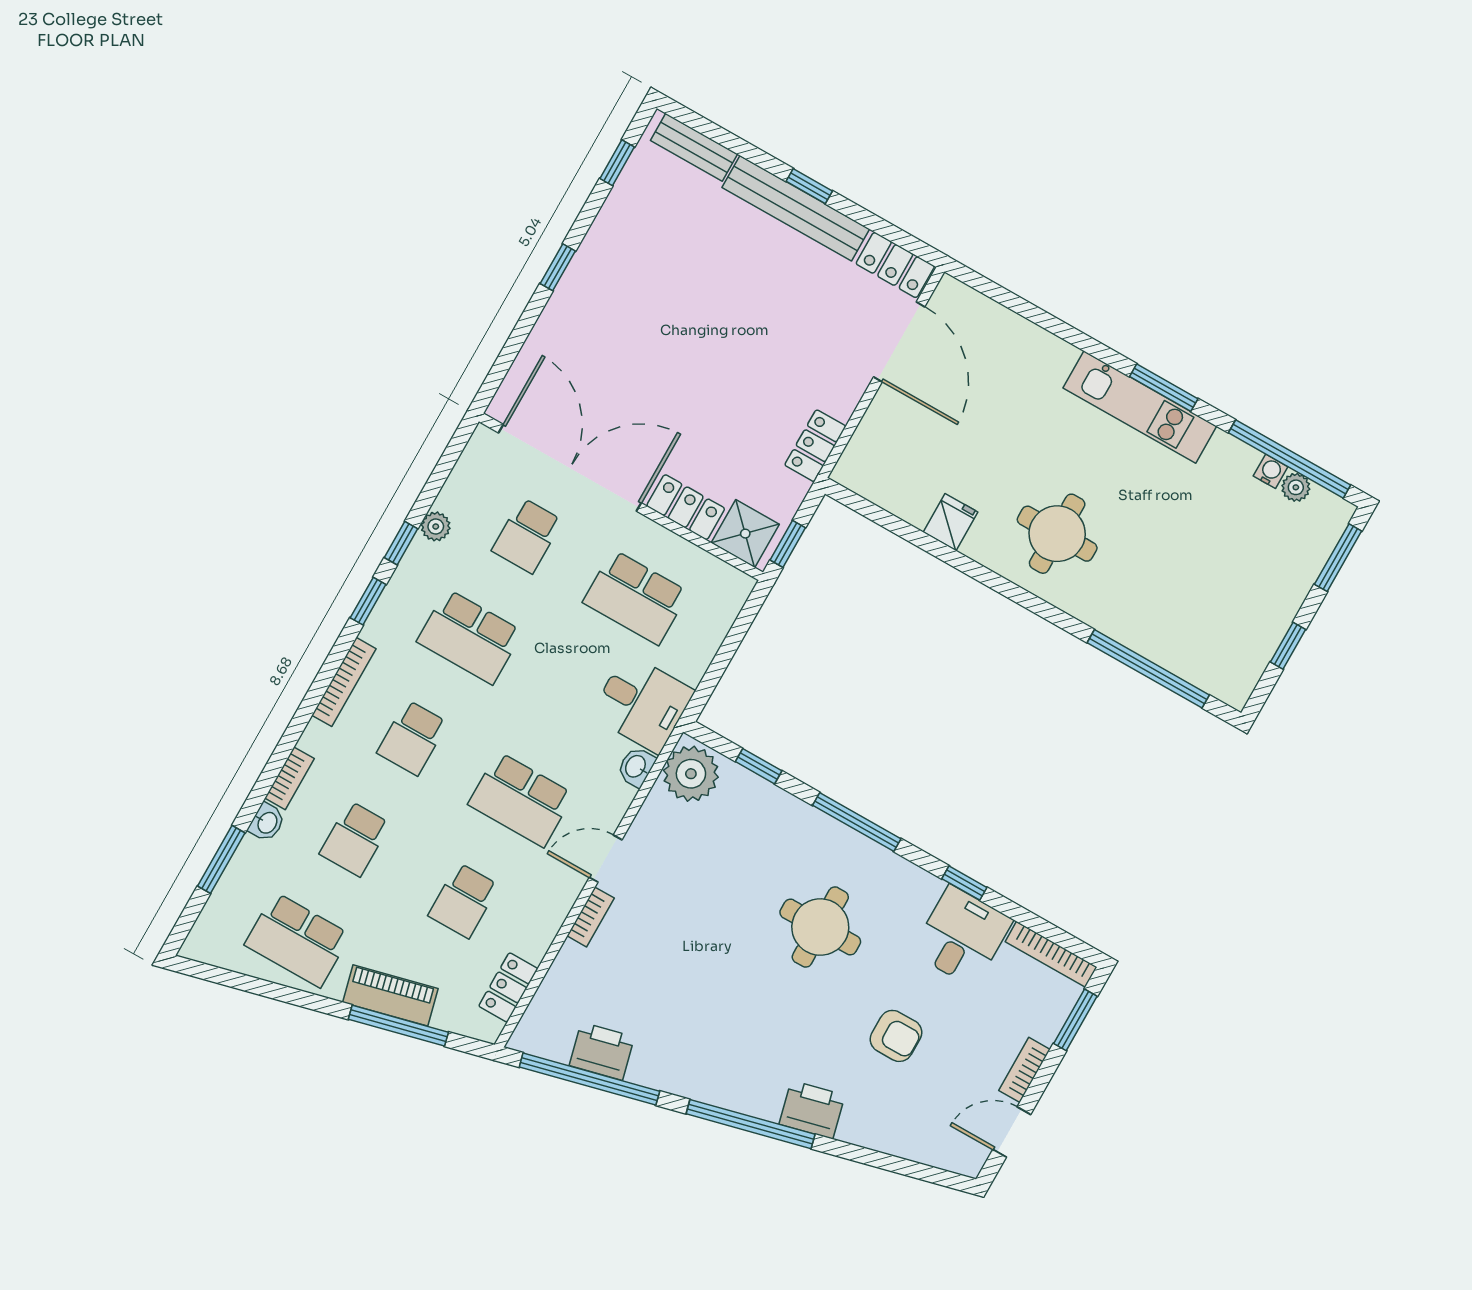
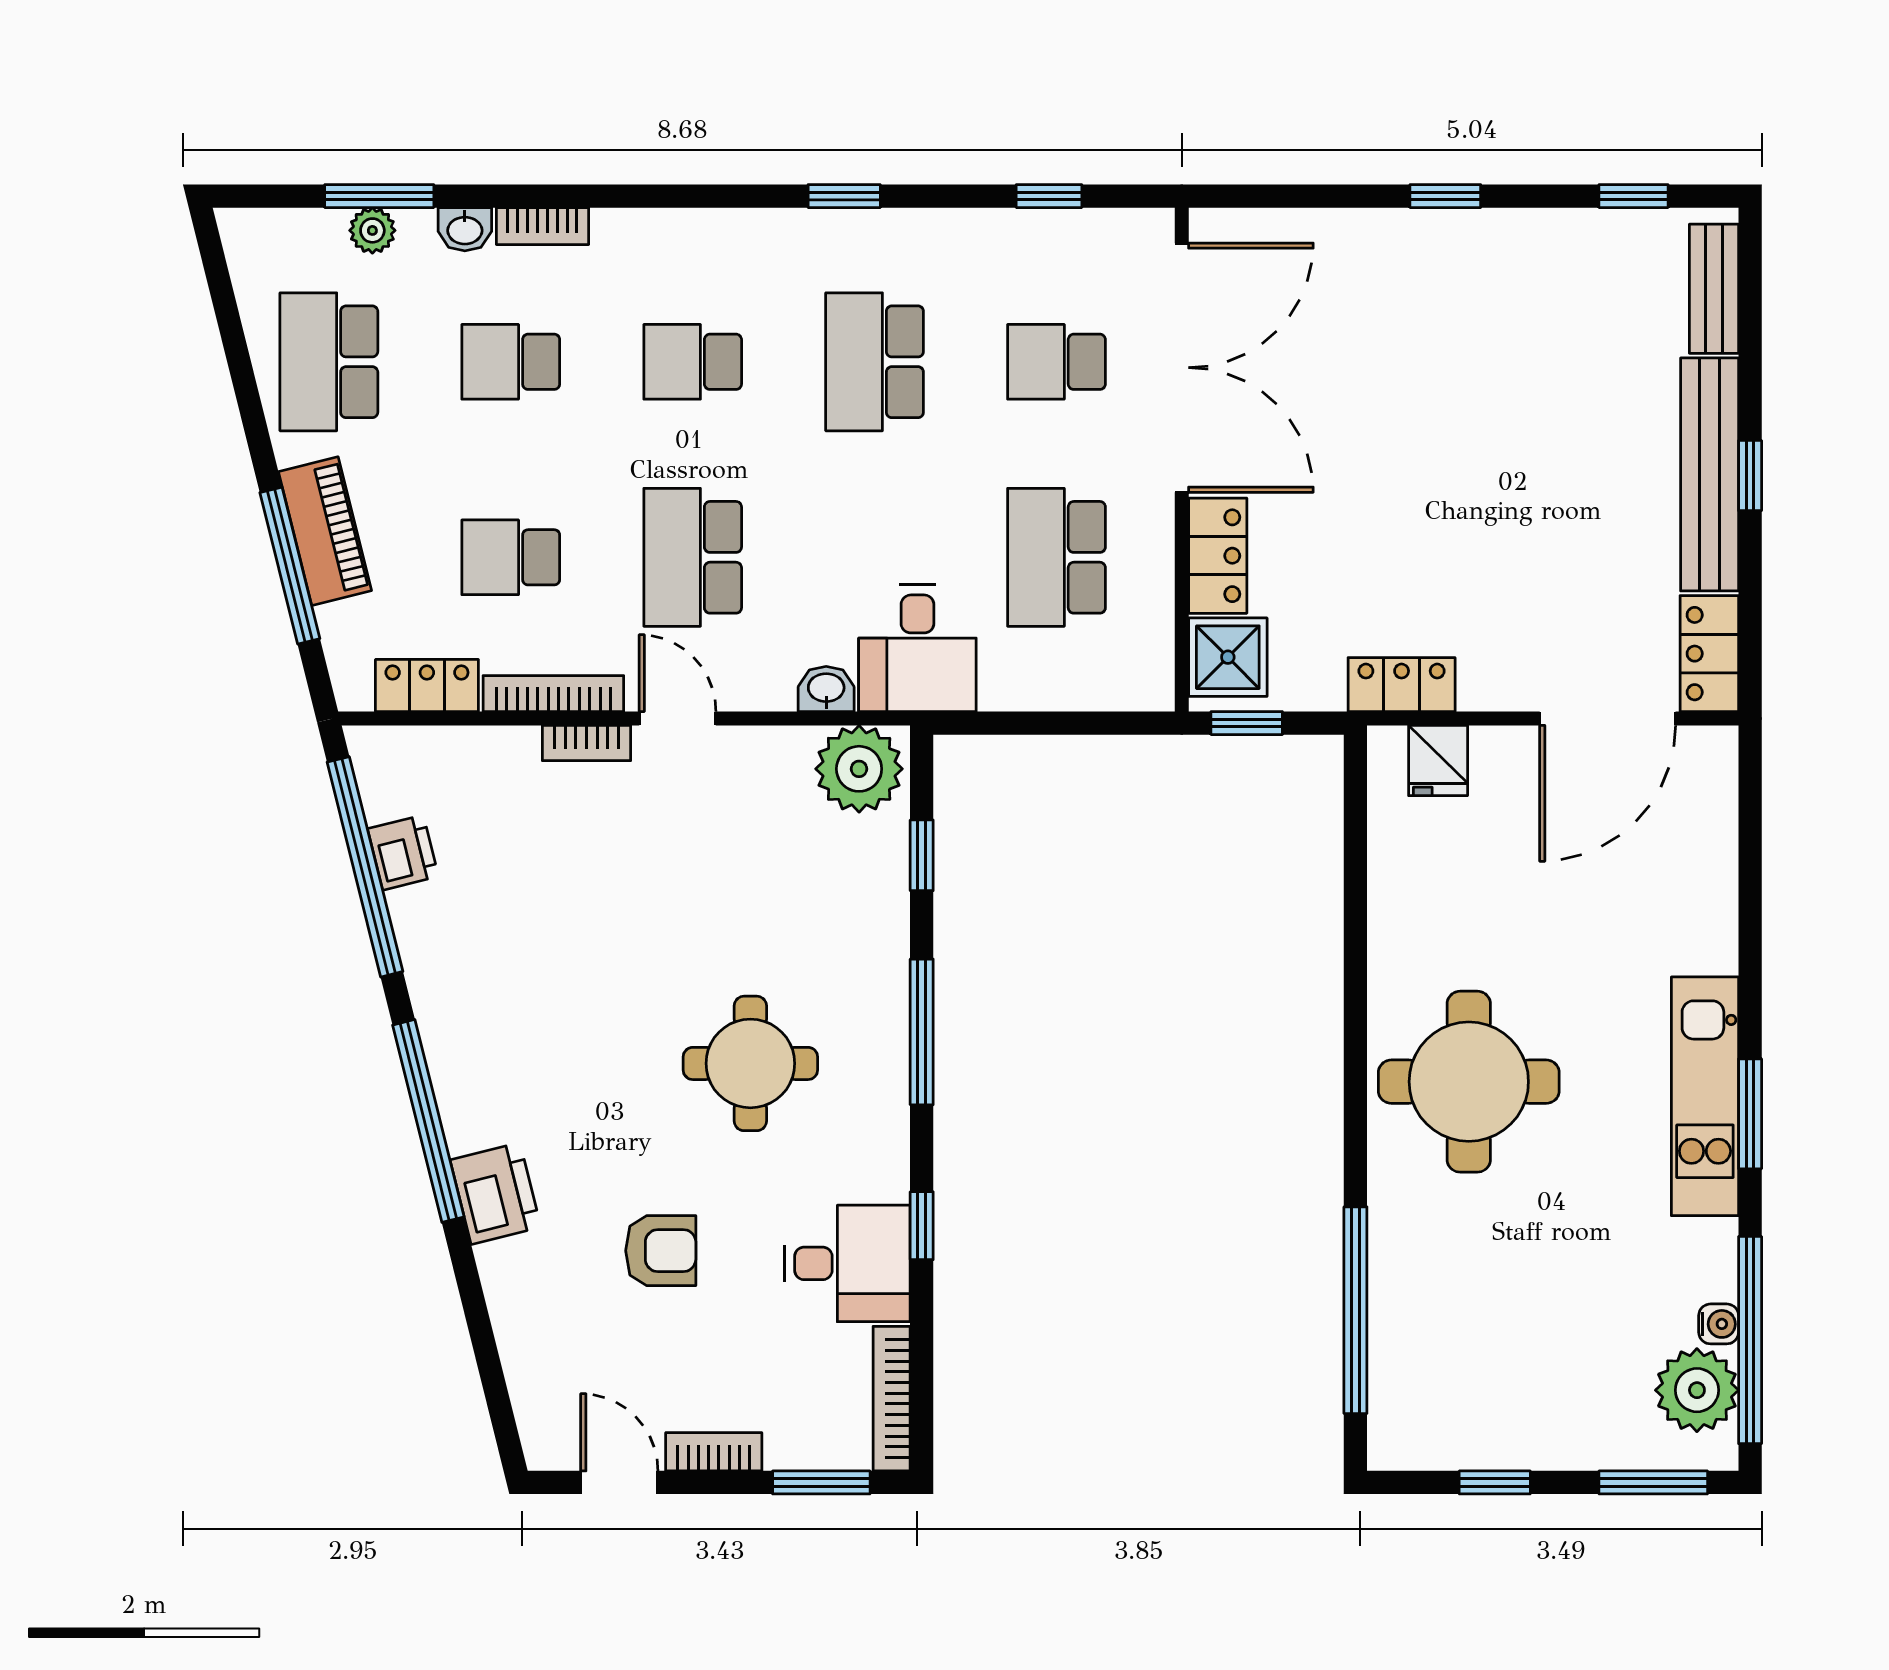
plant: (1296, 487) -> (1697, 1390), width x1.88, depth x1.88
fridge: (951, 522) -> (1438, 761), moved, turned 90
plant: (436, 526) -> (372, 230), moved
round table: (1057, 534) -> (1469, 1082), width x1.36, depth x1.36
window: (401, 543) -> (1049, 196), moved
bookcase: (344, 682) -> (553, 694), moved, turned 180
armchair: (896, 1036) -> (661, 1251), turned -90
printer: (602, 1051) -> (403, 853), width x0.73, depth x0.81

